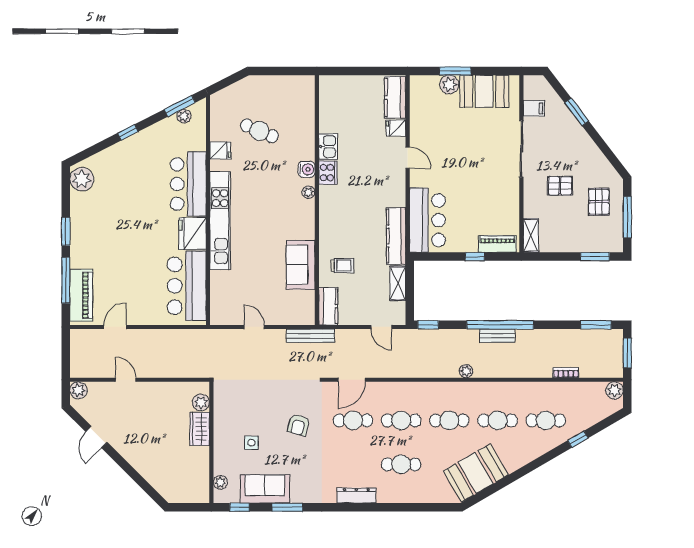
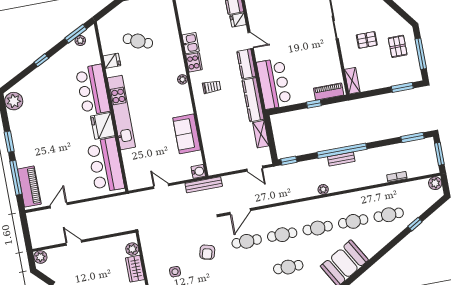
water cooler: (307, 169) -> (198, 171), moved
trolley: (342, 265) -> (212, 87), moved
kitchen counter: (328, 306) -> (246, 64), moved, turned 180

